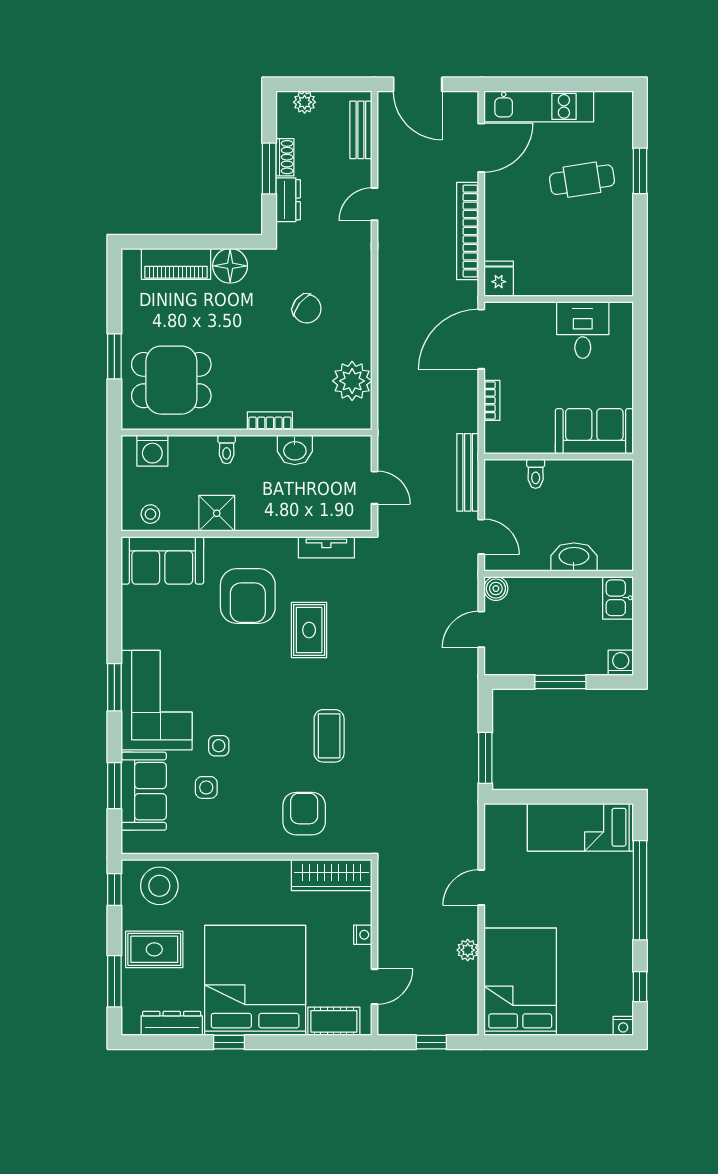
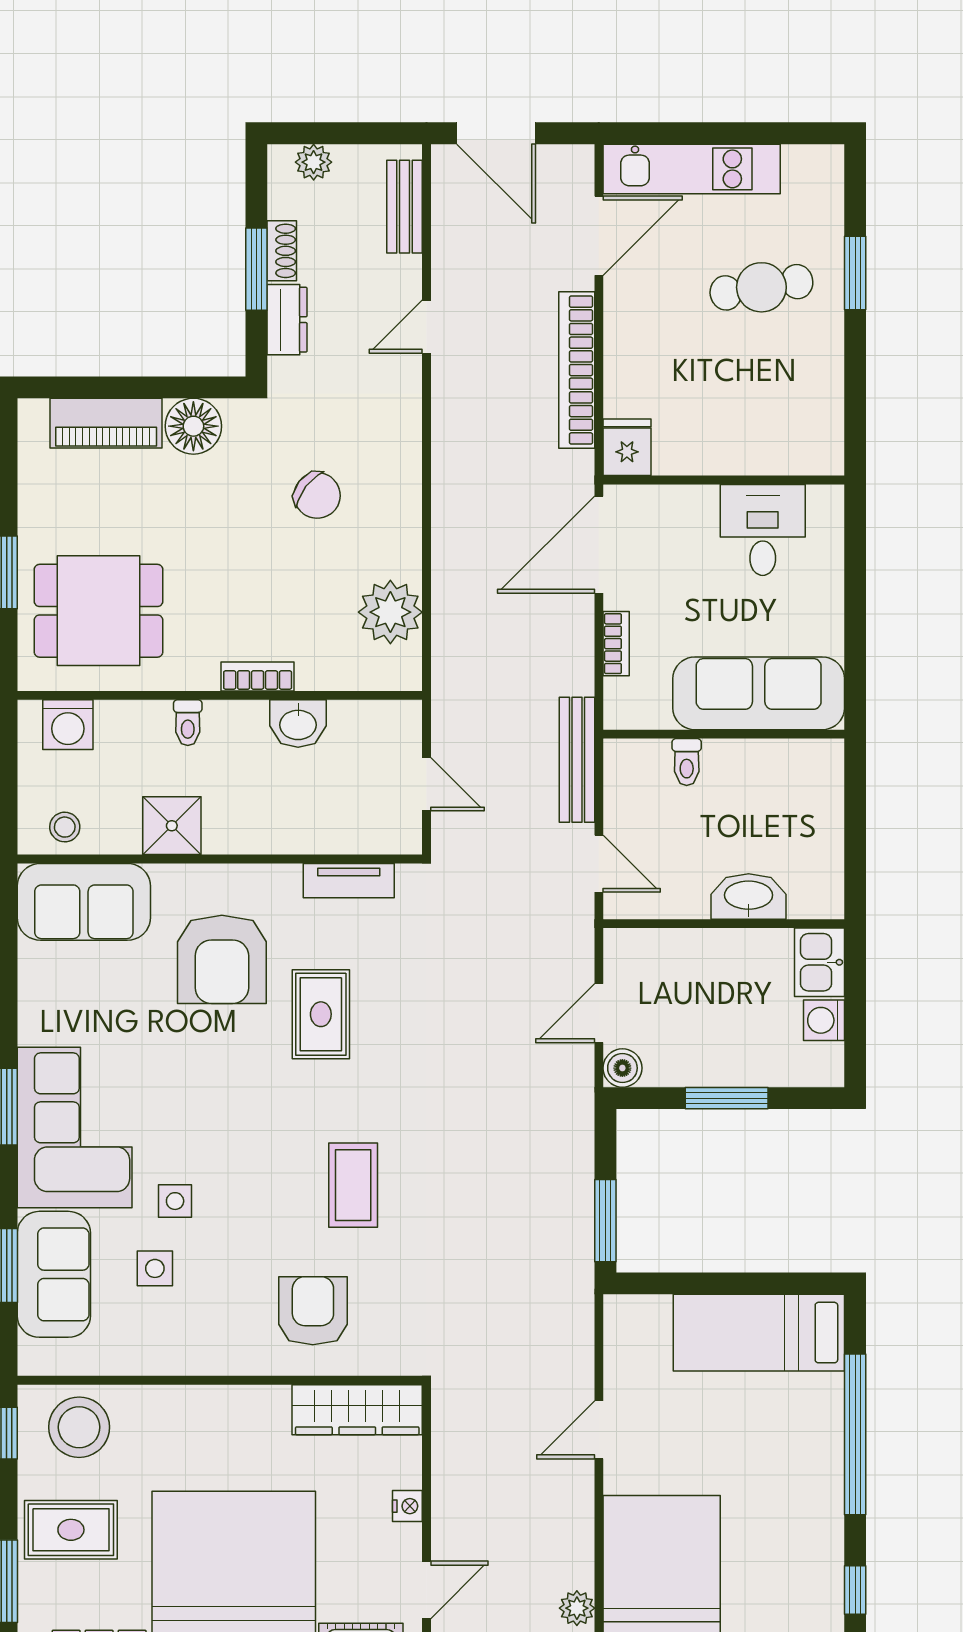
sofa: (594, 431) -> (759, 693), width x1.36
boiler: (496, 589) -> (622, 1068), moved
washing machine: (621, 663) -> (824, 1020), moved, turned -90
plant: (468, 950) -> (577, 1608), moved

